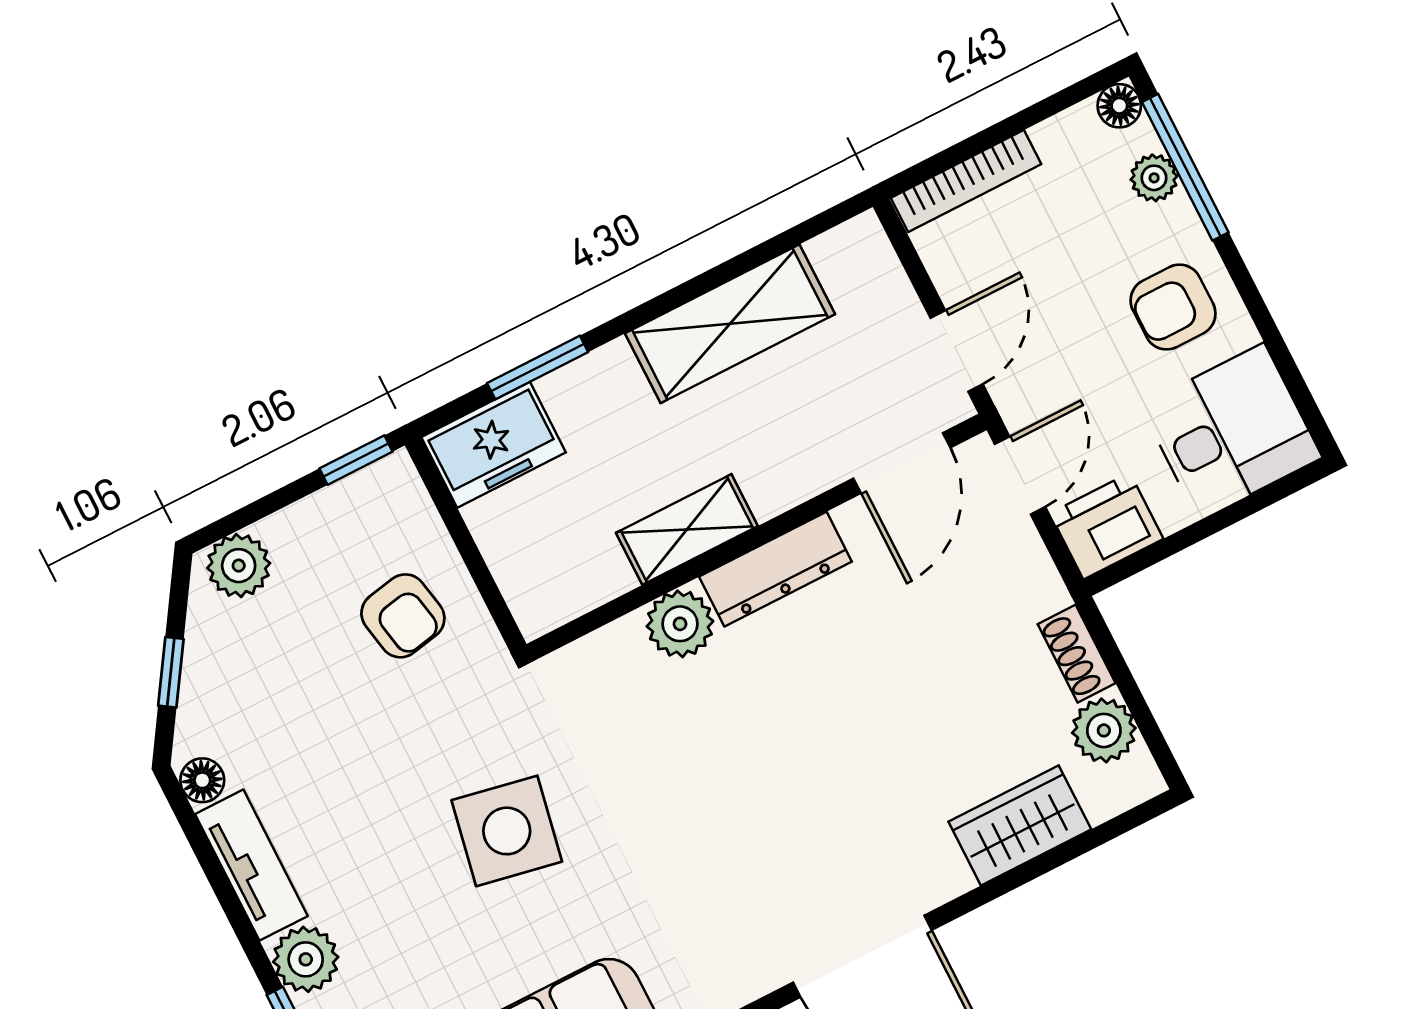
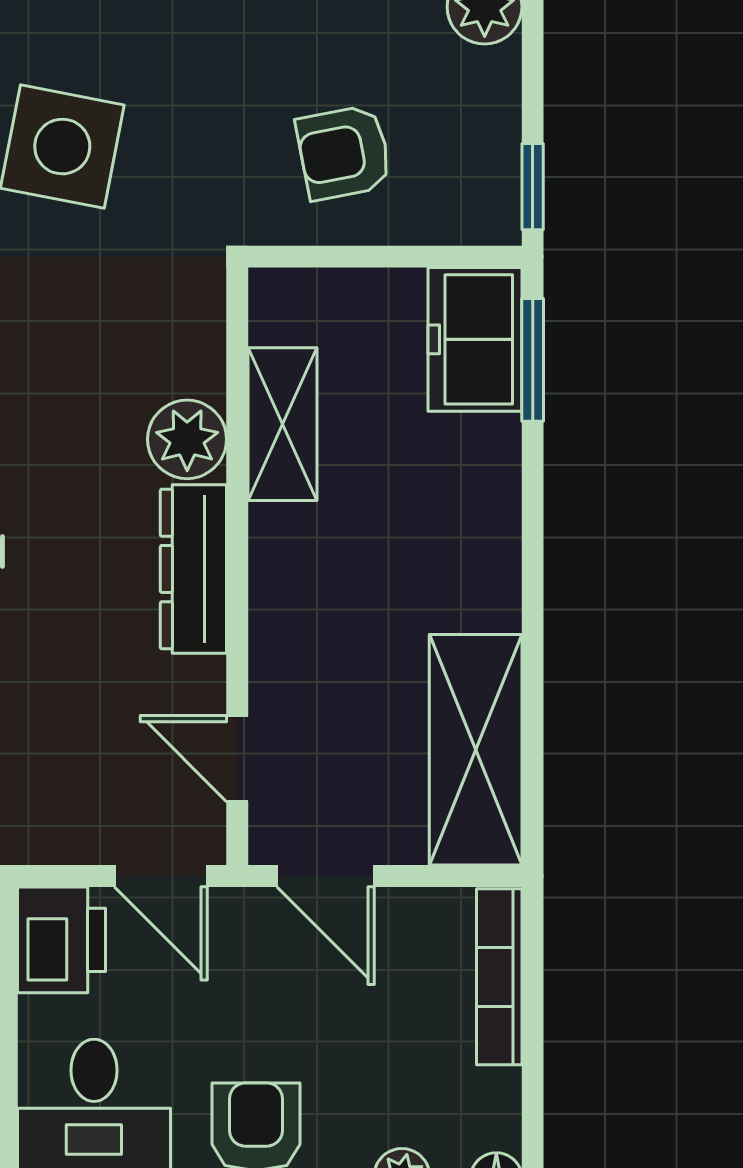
shelving: (730, 324) -> (476, 750), moved
window: (538, 368) -> (533, 360), moved
door: (902, 463) -> (237, 759), width x0.73
shelving: (687, 529) -> (282, 424), moved

